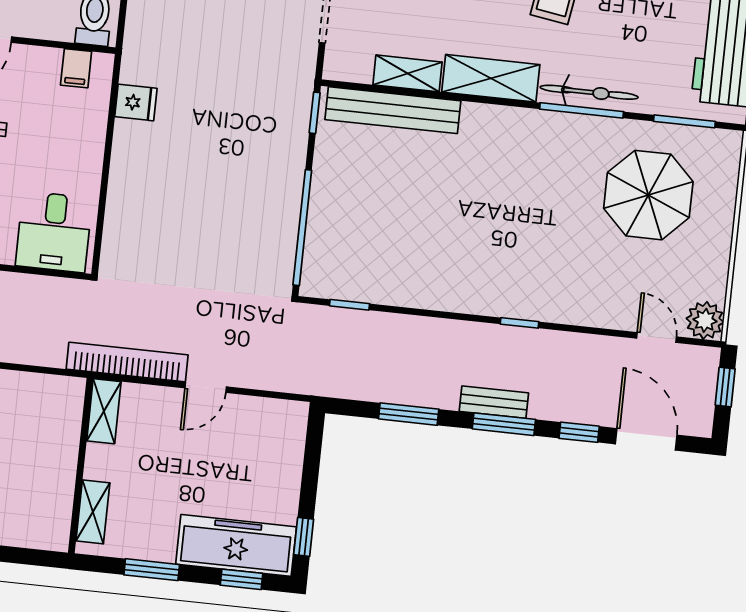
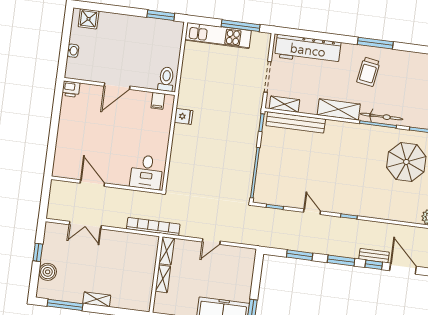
shelving: (408, 73) -> (284, 104), moved
door: (657, 338) -> (312, 212), moved
bookcase: (127, 362) -> (153, 227), moved
bench: (494, 402) -> (374, 256), moved
shelving: (93, 512) -> (163, 279), moved

